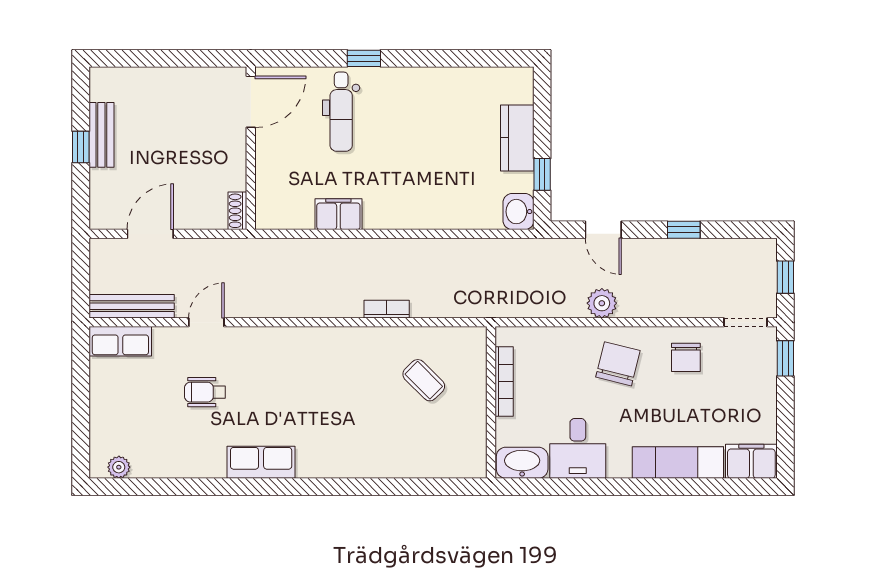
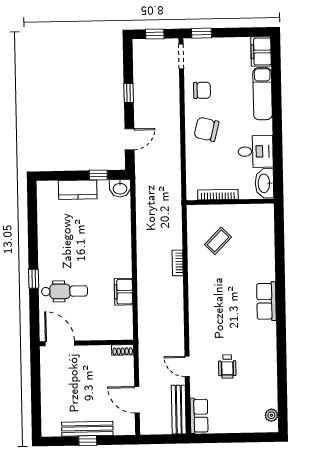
bench: (101, 135) -> (87, 429), width x1.36
plant: (602, 303) -> (172, 139), removed
row of seats: (261, 462) -> (266, 301), moved

